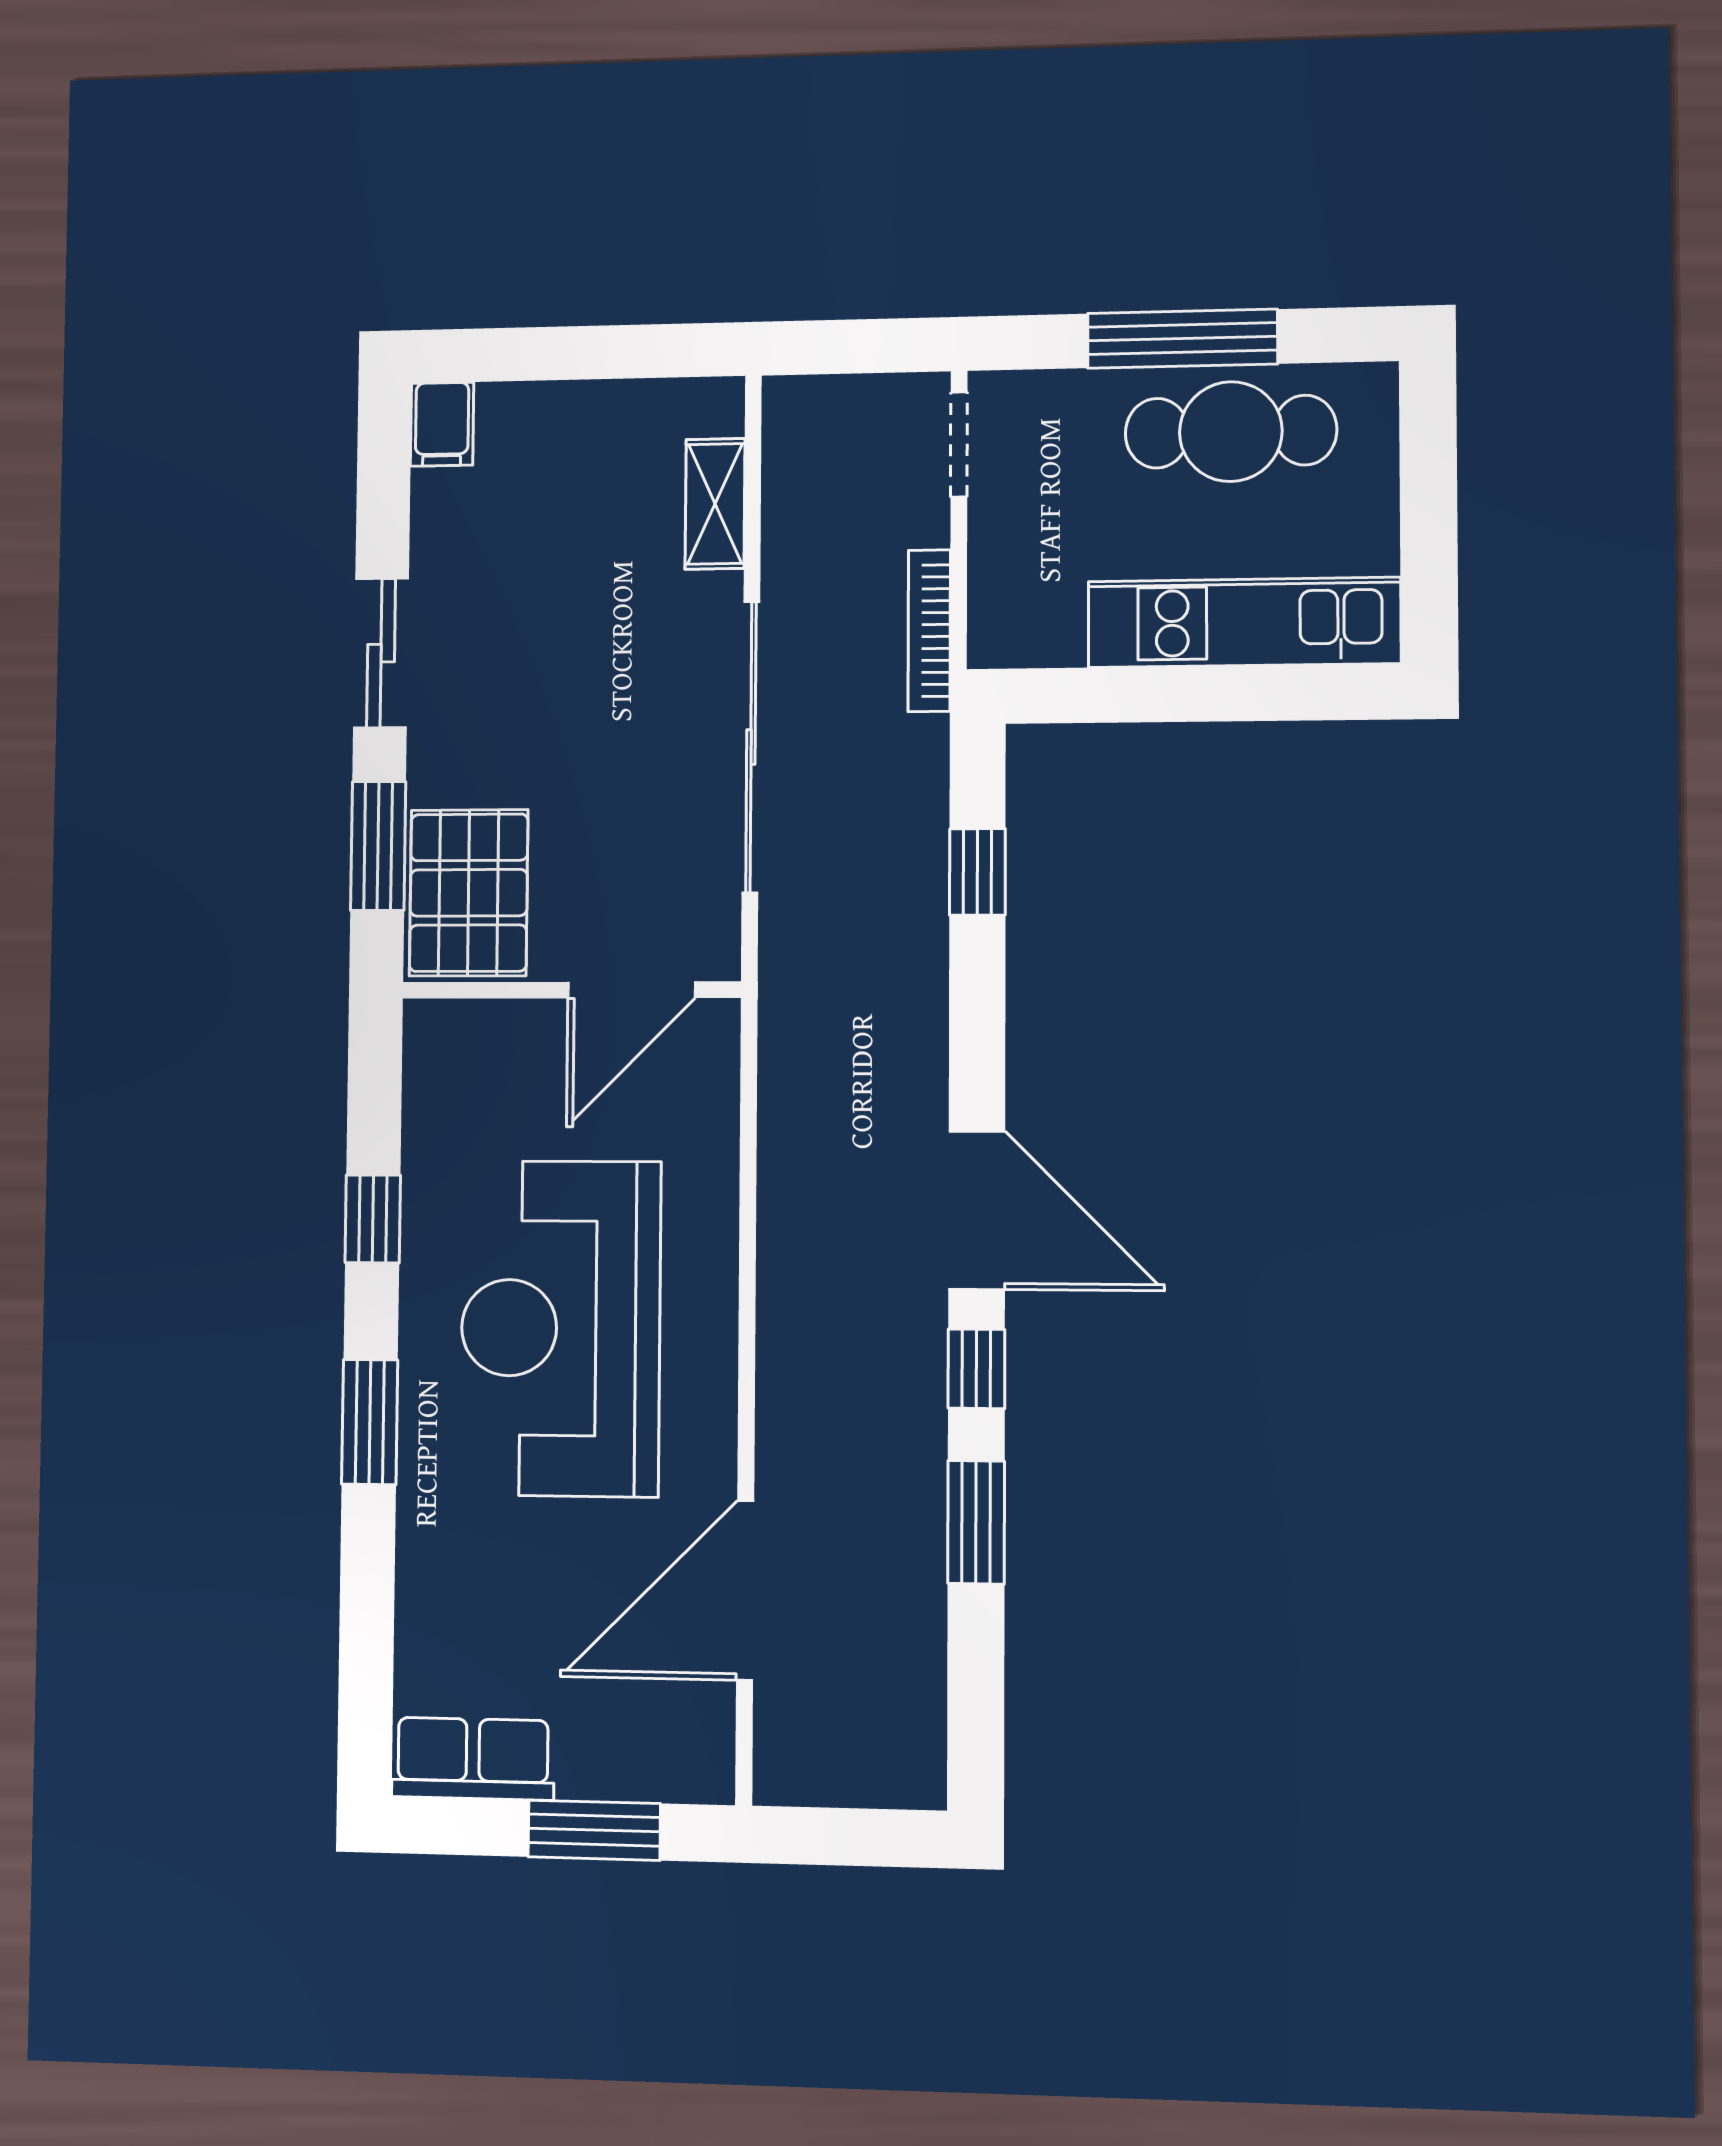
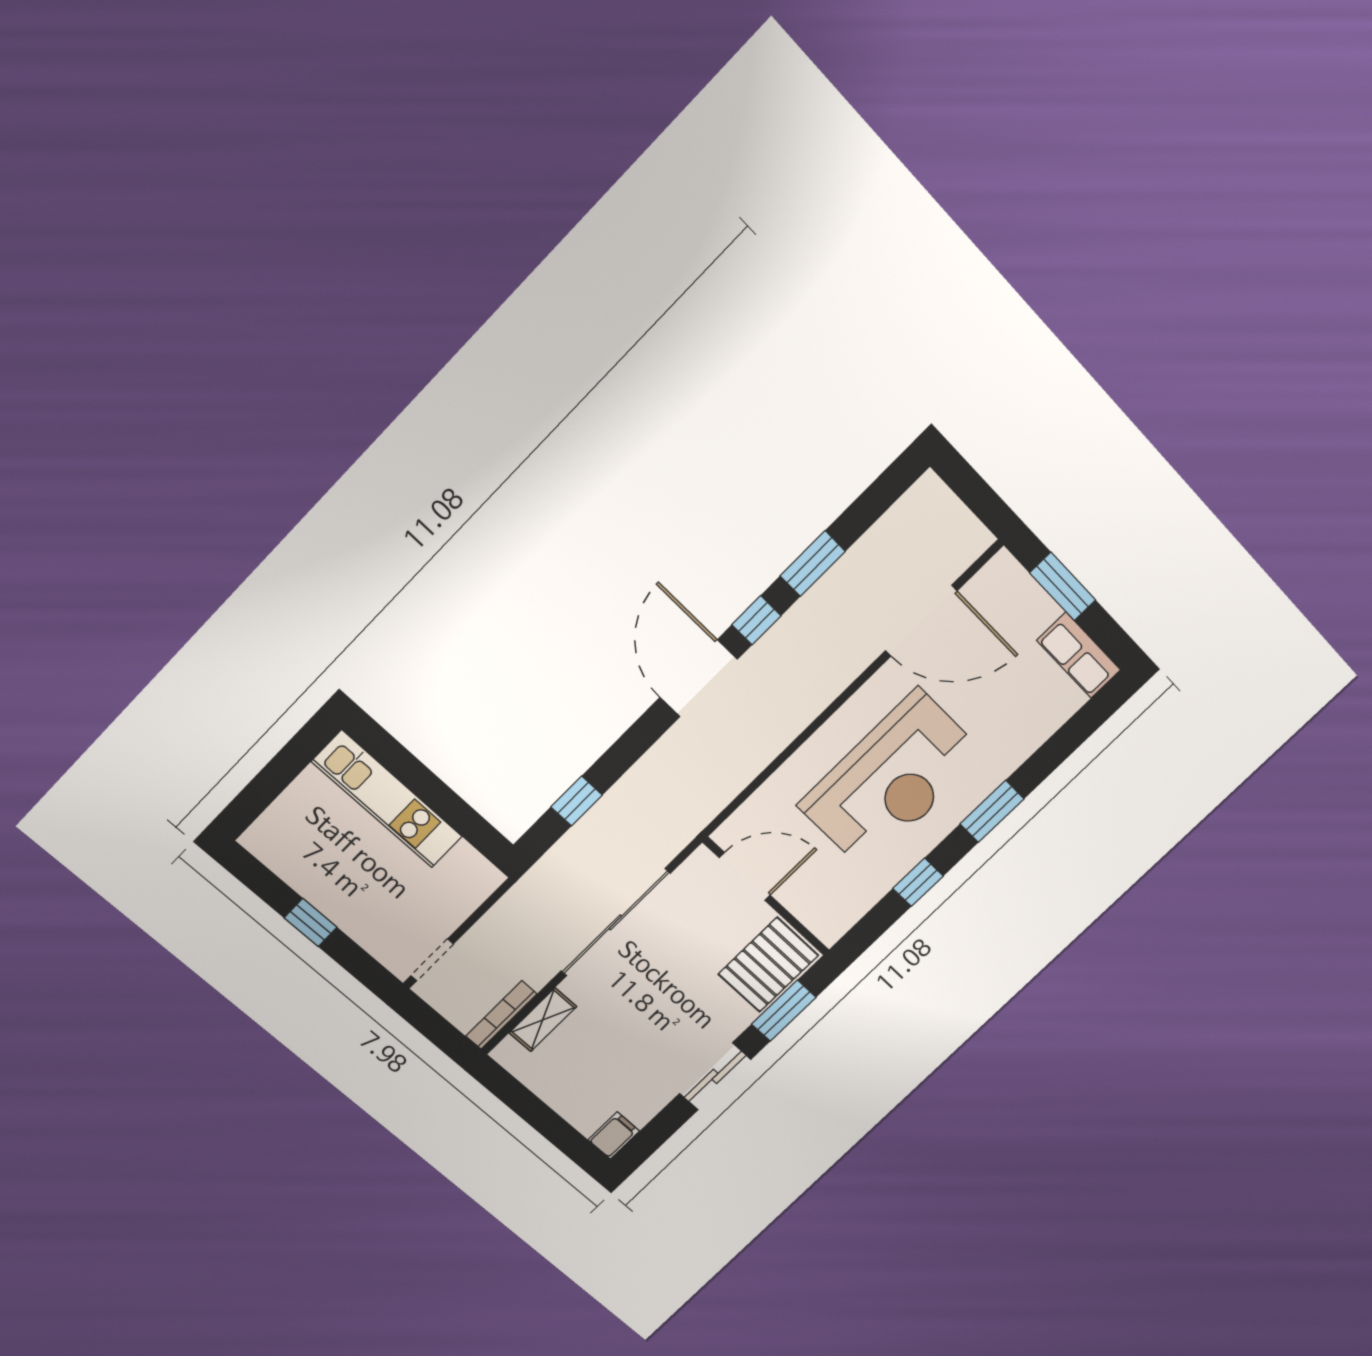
window: (1182, 339) -> (311, 923), width x0.46
cafe table: (1231, 432) -> (325, 873), removed
bookcase: (929, 631) -> (501, 1015), moved, turned 180

